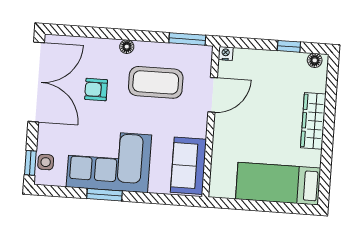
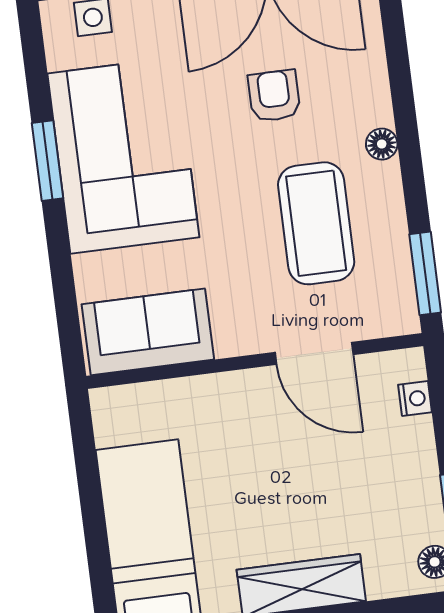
nightstand: (226, 53) -> (415, 399), moved

